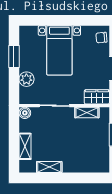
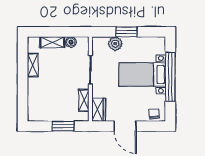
window: (62, 20) -> (170, 77), added
window: (14, 56) -> (126, 32), moved
boiler: (25, 113) -> (71, 42), moved

